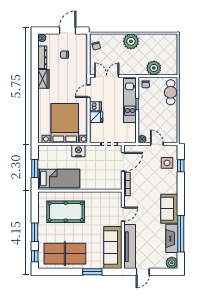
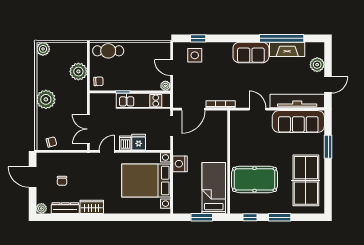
plant: (172, 39) -> (43, 49), added
door: (88, 91) -> (107, 151), swing flipped
kitchen unit: (130, 101) -> (143, 101), moved
door: (157, 144) -> (172, 68), hinge flipped
door: (123, 162) -> (193, 109), swing flipped
pool table: (66, 212) -> (254, 179), turned 90
window: (35, 256) -> (250, 217), moved
plant: (172, 263) -> (317, 65), moved
door: (143, 272) -> (328, 85), hinge flipped

